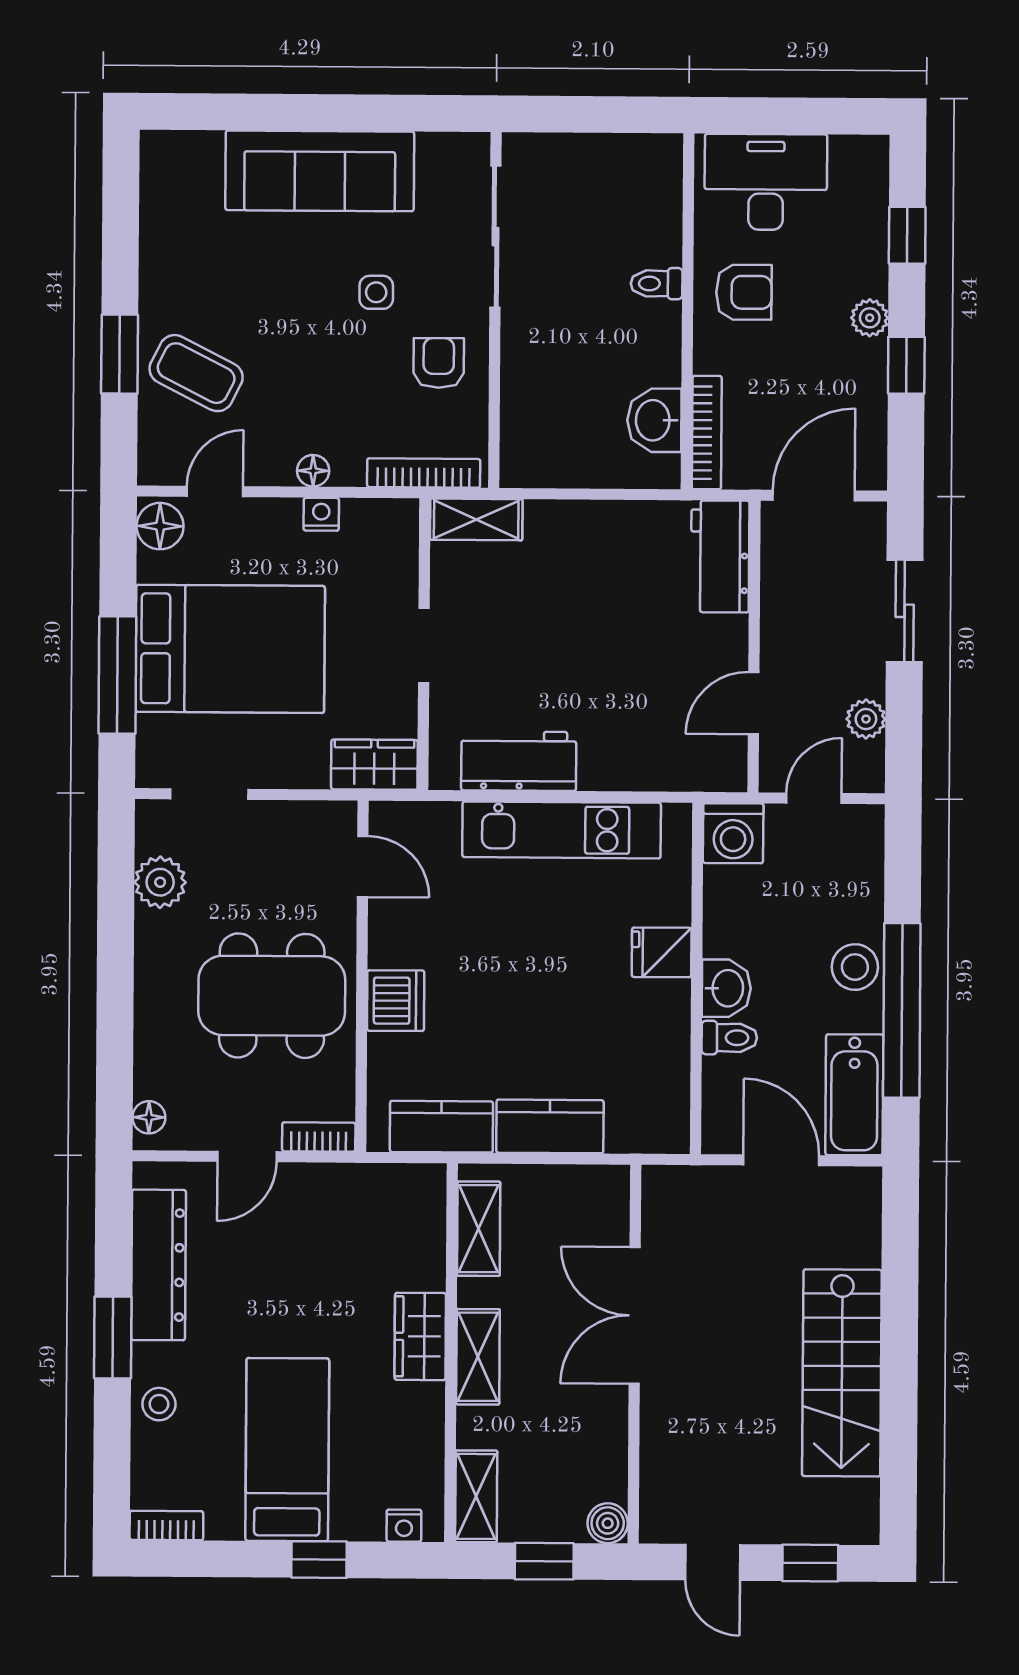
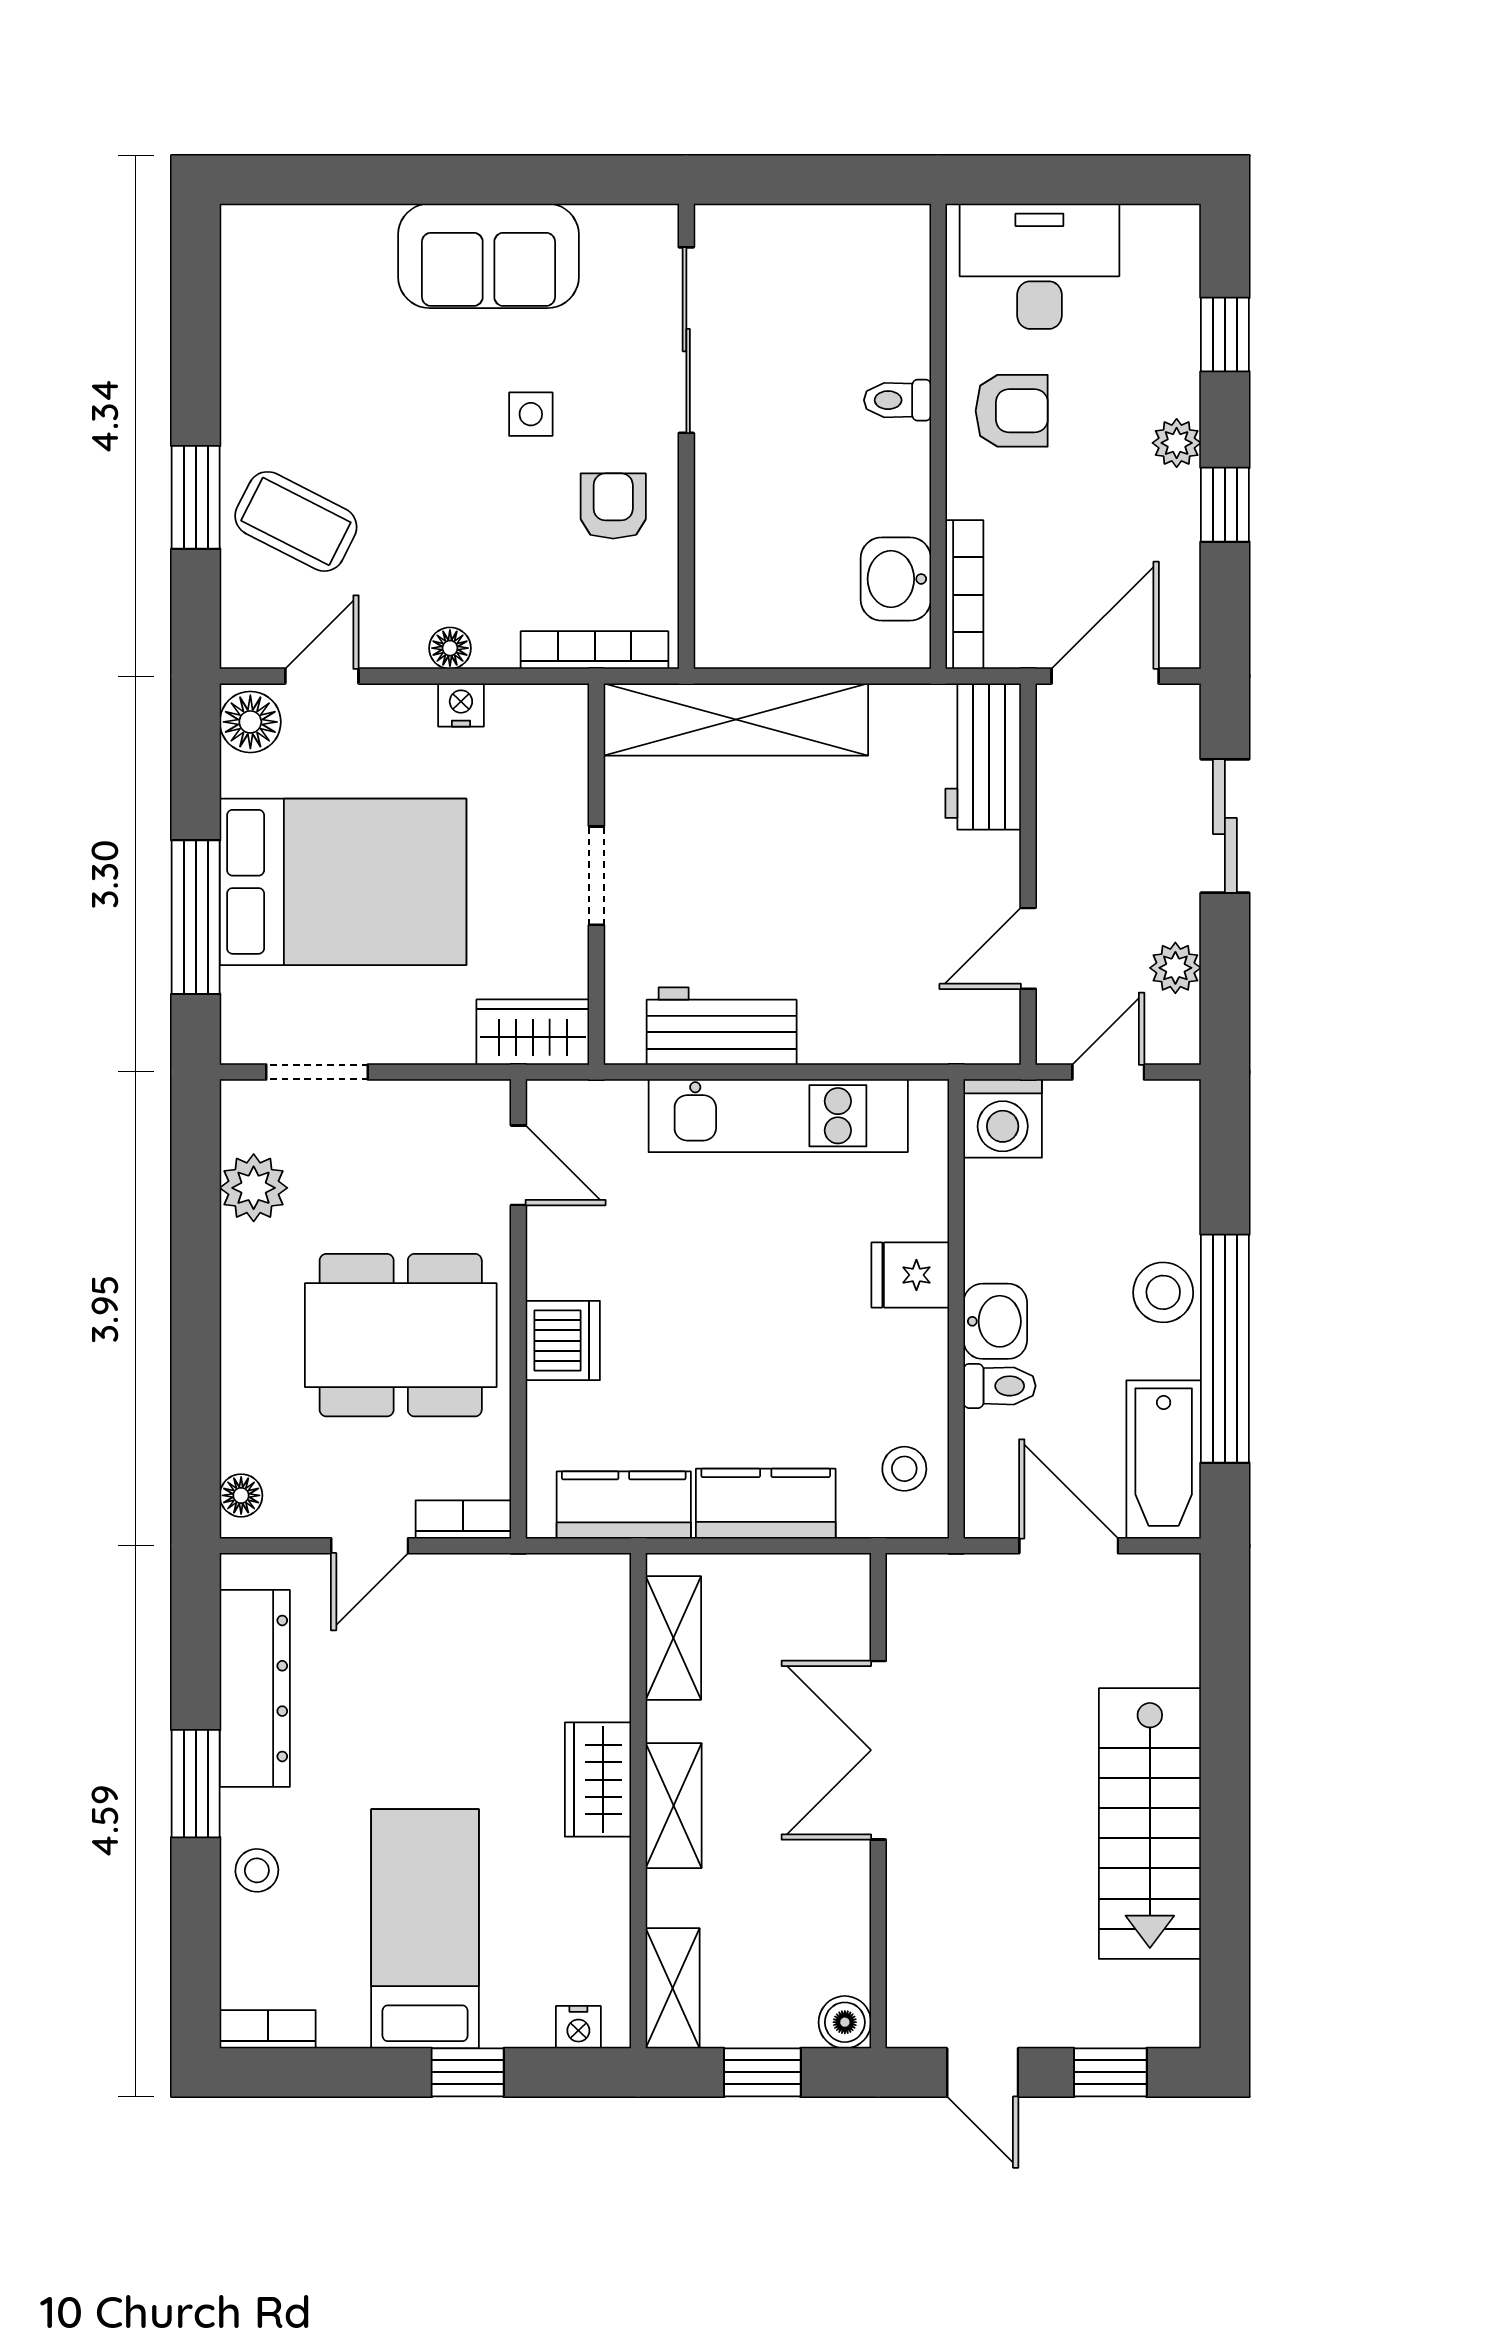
sofa: (320, 171) -> (488, 256), width x0.73
shelving: (476, 519) -> (736, 719), width x2.20, depth x1.33
stool: (656, 1101) -> (904, 1469), added

